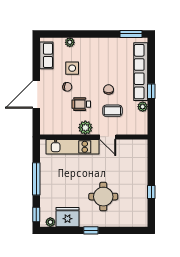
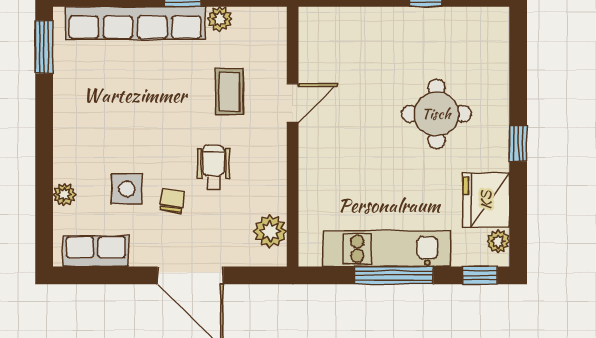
chair: (109, 89) -> (178, 101), removed
wheelchair: (81, 104) -> (213, 167), turned 180
plant: (85, 128) -> (270, 231), moved
kitchen unit: (73, 147) -> (387, 249), moved, turned -90

